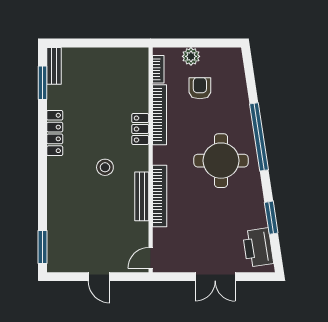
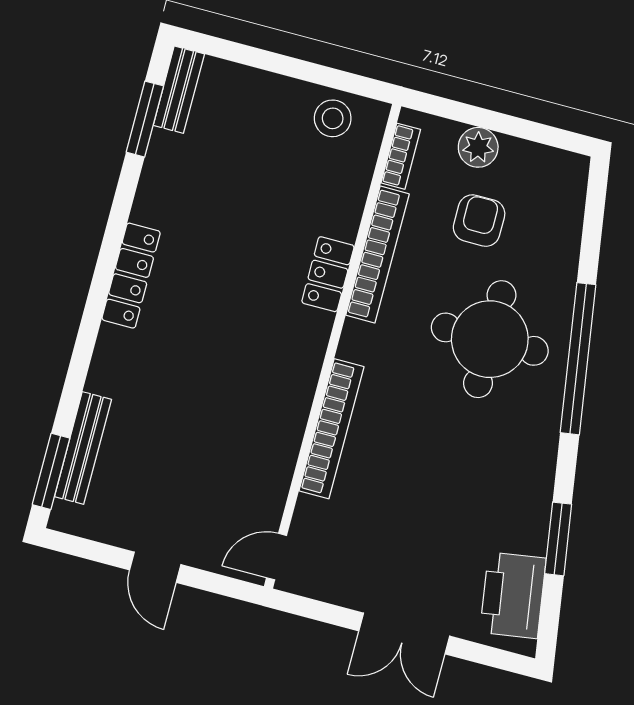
locker: (55, 133) -> (131, 276), moved
round table: (221, 161) -> (490, 339), moved
stool: (105, 167) -> (333, 118), moved
bench: (142, 196) -> (83, 448), moved

